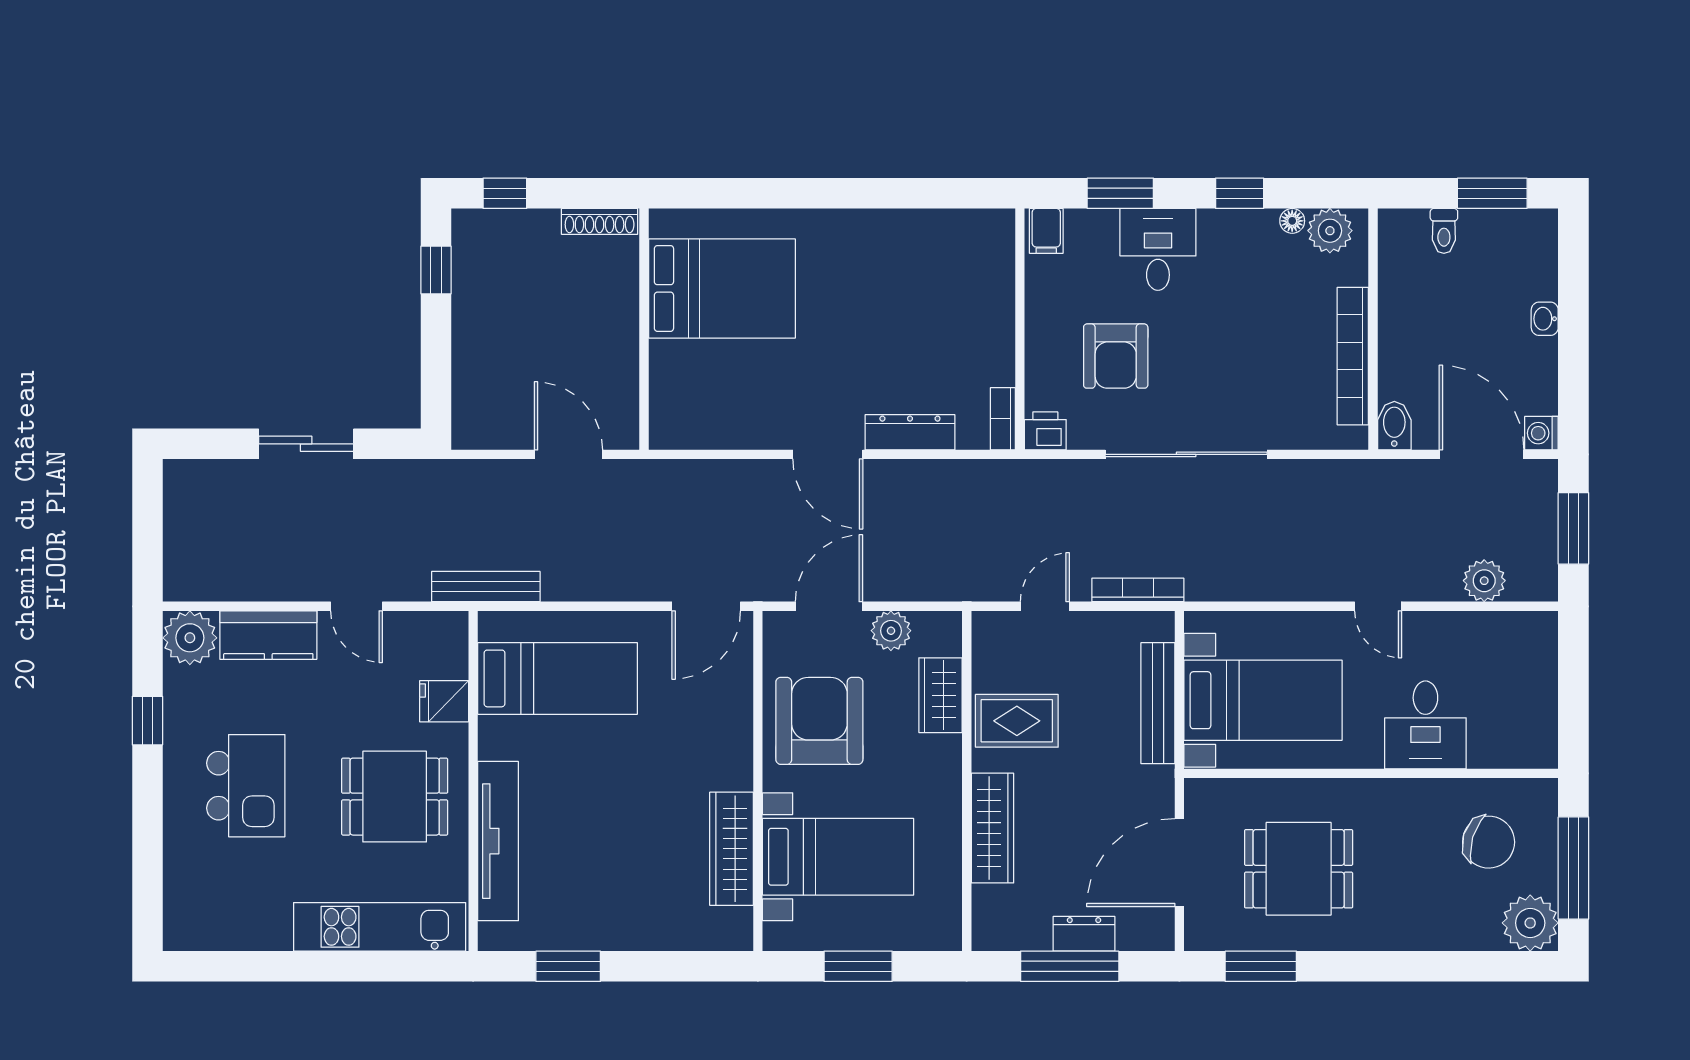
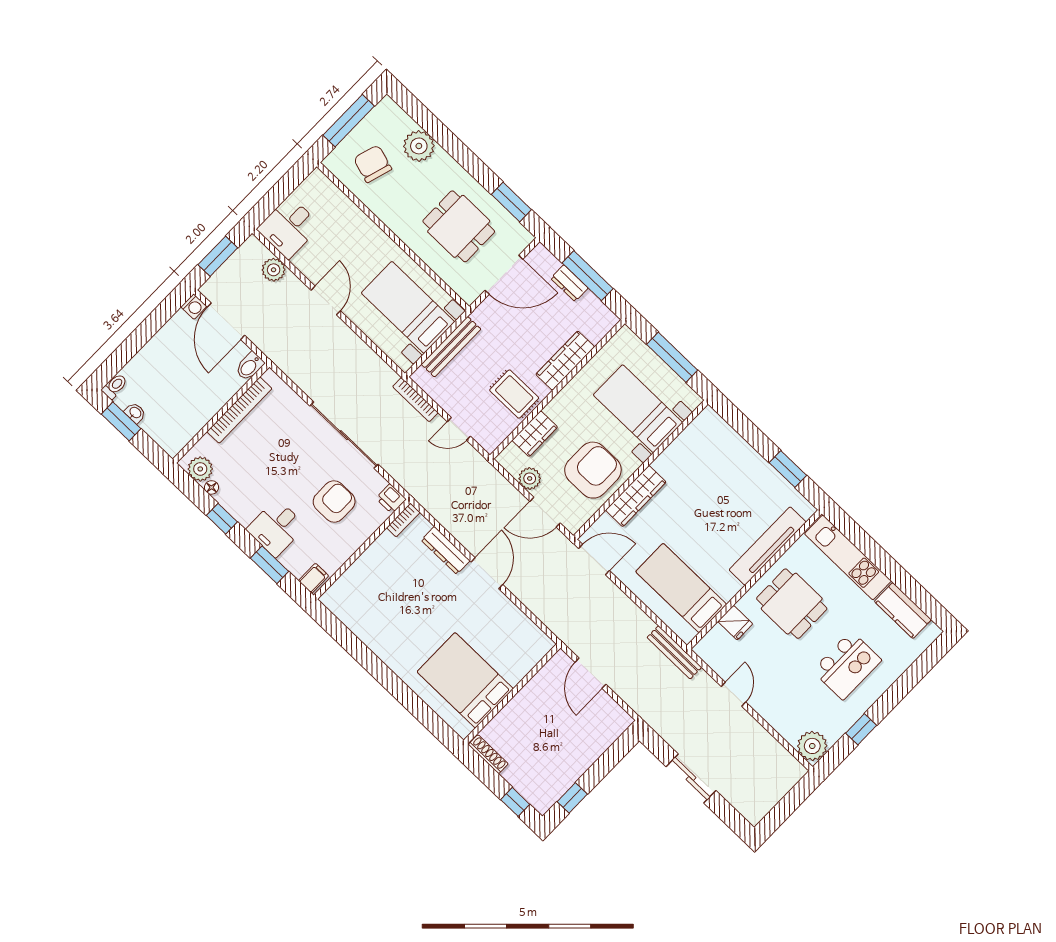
toilet: (1444, 231) -> (115, 386), moved
washbasin: (1545, 319) -> (135, 413), moved, turned -90
door: (1378, 606) -> (326, 300), width x1.38
kitchen counter: (268, 635) -> (903, 610), moved, turned 180
armchair: (819, 721) -> (593, 470), turned 180
desk: (1425, 725) -> (289, 227), moved, turned 180
kitchen island: (246, 786) -> (847, 665), turned 180
wardrobe: (732, 849) -> (636, 496), moved
plant: (1530, 923) -> (419, 146), moved
window: (858, 966) -> (672, 357), width x1.44

